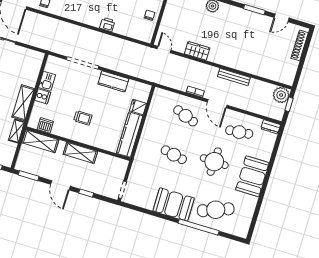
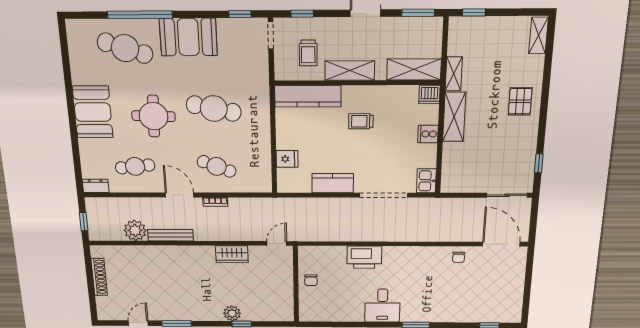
printer: (107, 24) -> (364, 257), width x1.87, depth x1.48
shoe rack: (300, 45) -> (99, 277), moved
door: (164, 50) -> (277, 243), swing flipped
kitchen sink: (47, 81) -> (426, 181), moved
plant: (281, 95) -> (135, 230), moved
dishwasher: (45, 125) -> (429, 94), moved
kitchen counter: (130, 135) -> (308, 96), moved, turned 90
cafe table: (174, 155) -> (214, 109), width x1.37, depth x1.35
trolley: (103, 172) -> (308, 53), added
window: (86, 193) -> (302, 14), moved
window: (137, 208) -> (240, 14), added
cafe table: (216, 210) -> (125, 48), turned 39

